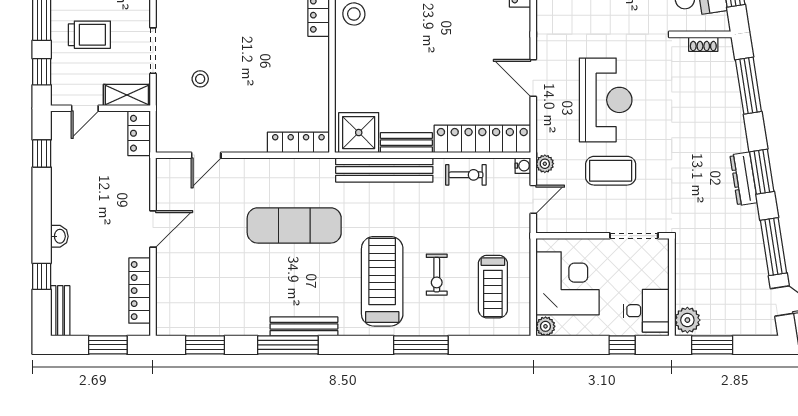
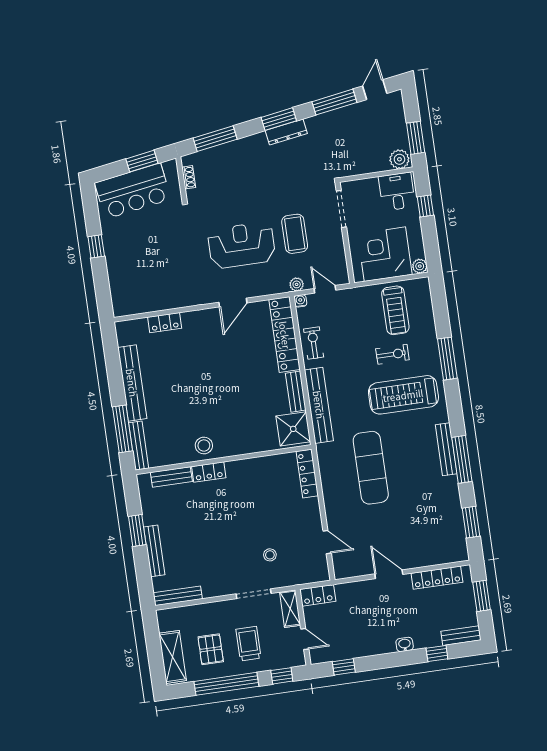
treadmill: (493, 287) -> (395, 310), turned 90

